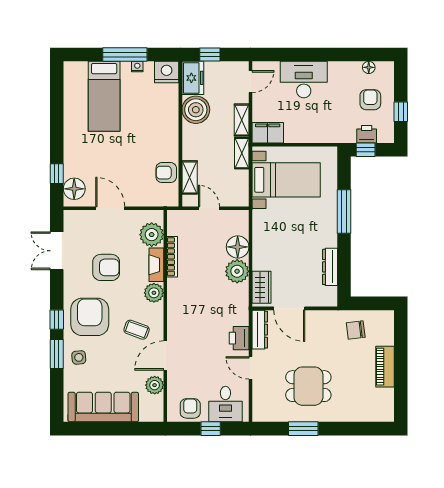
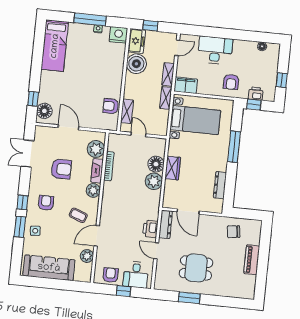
bed: (104, 96) -> (55, 46), moved
armchair: (370, 100) -> (231, 82), moved, turned 180
wardrobe: (262, 287) -> (173, 168), moved
armchair: (90, 317) -> (46, 203), width x0.53, depth x0.53

